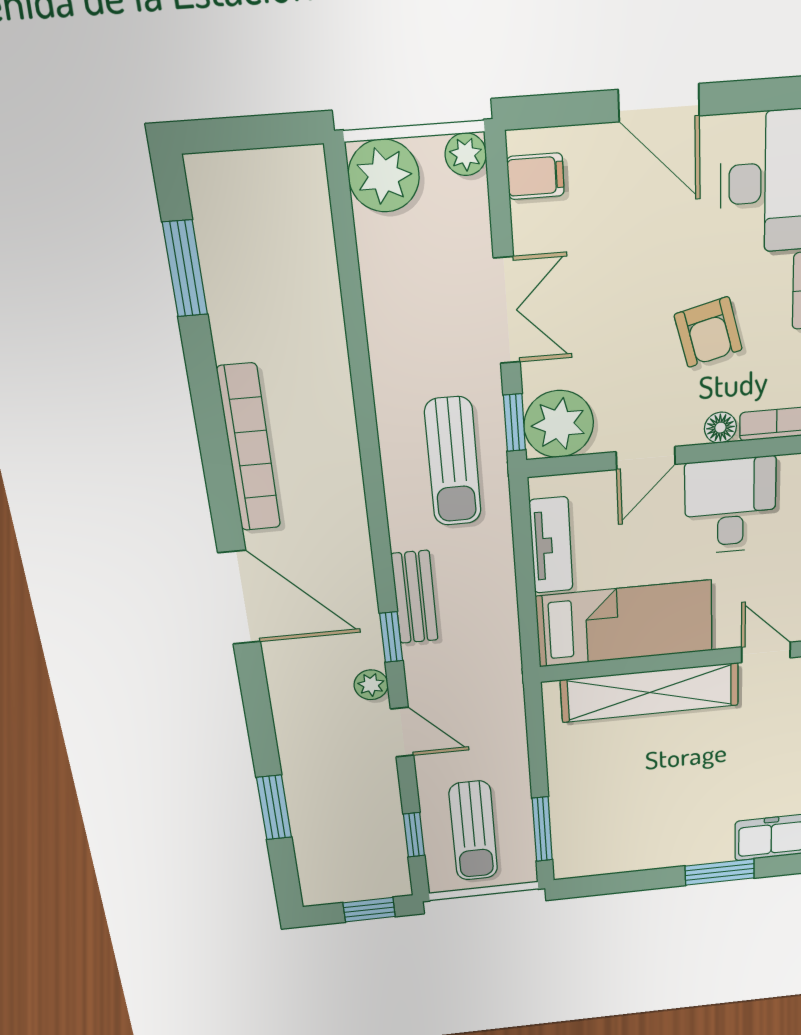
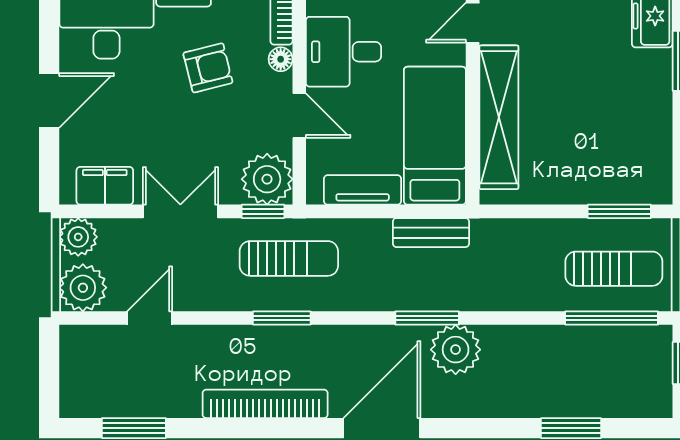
plant: (466, 154) -> (78, 237), width x1.38, depth x1.38
filing cabinet: (536, 176) -> (105, 186), width x2.00
window: (371, 460) -> (282, 318), added
bench: (415, 597) -> (431, 233), moved
window: (391, 637) -> (427, 318), width x1.50
plant: (371, 685) -> (456, 350), width x1.87, depth x1.87
door: (402, 732) -> (150, 318), moved
window: (414, 835) -> (612, 318), width x2.17

